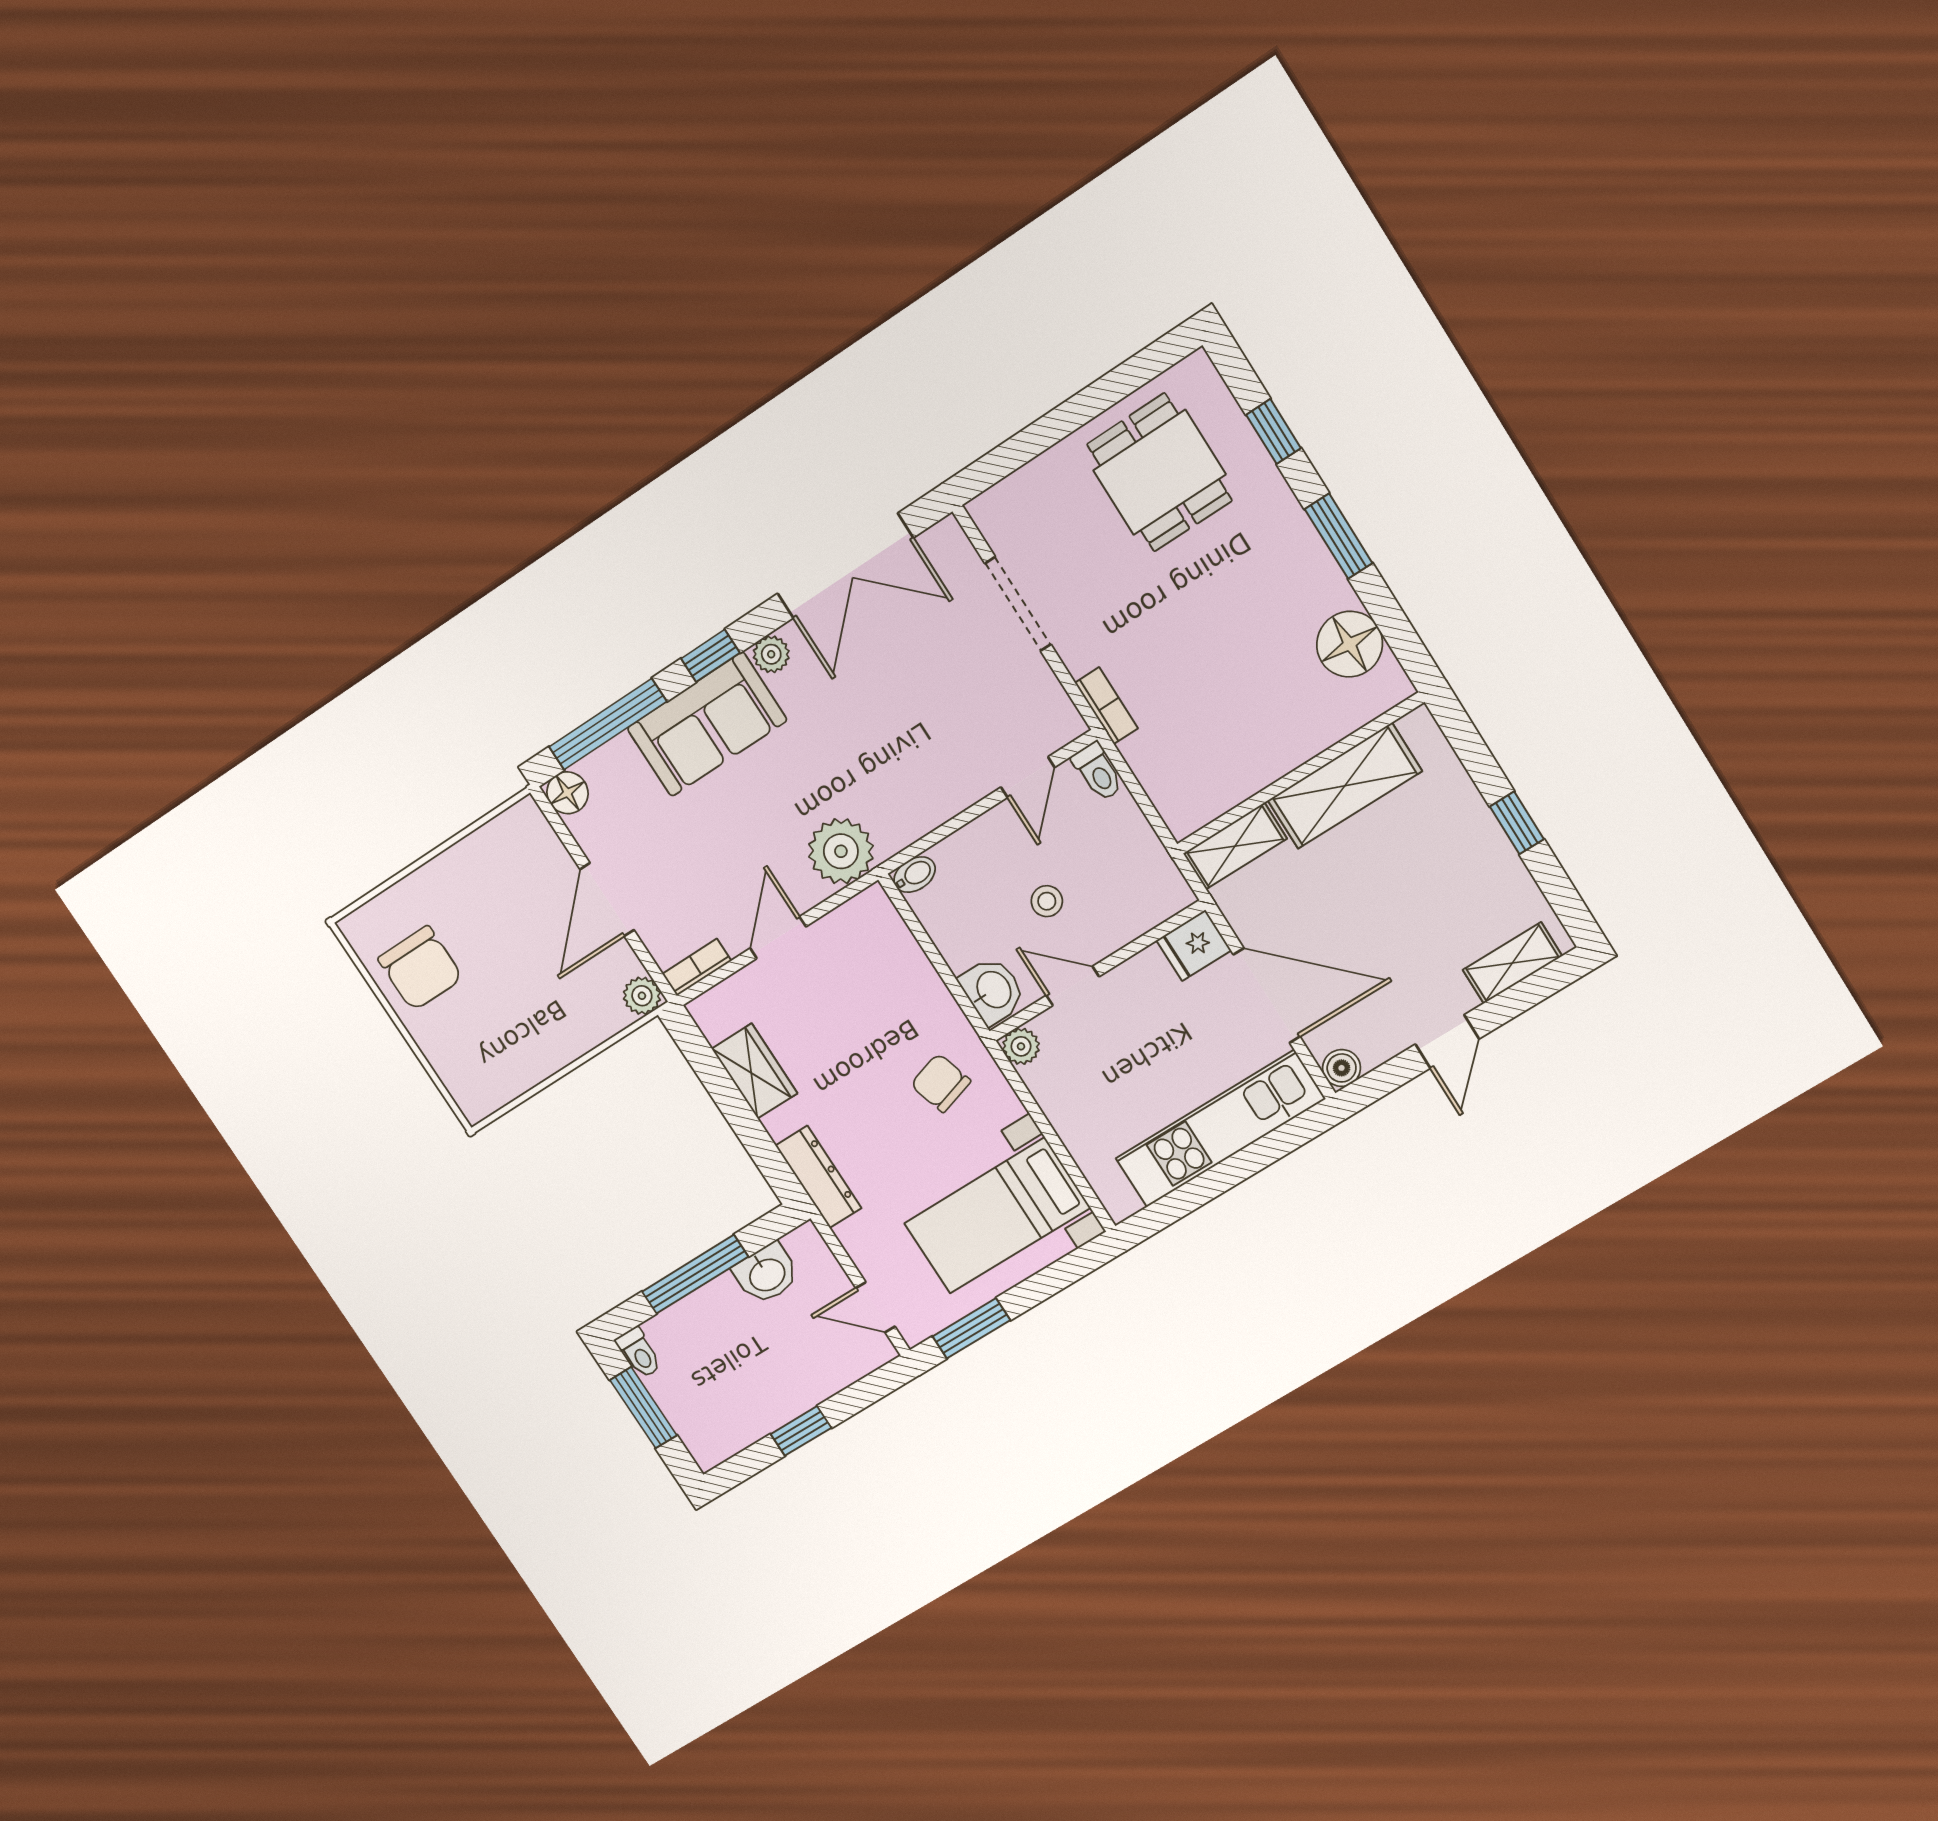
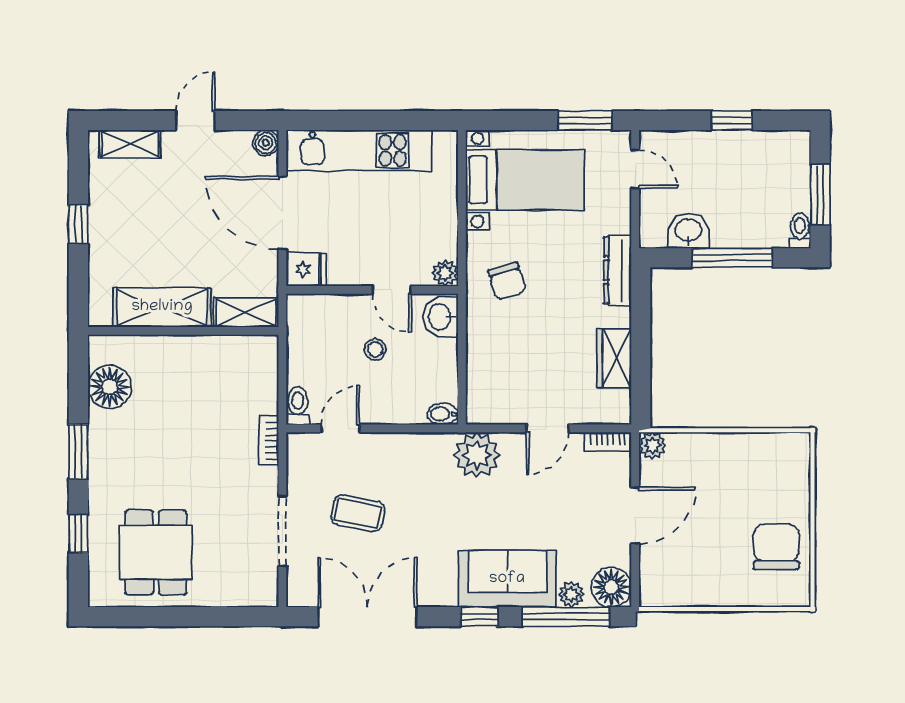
plant: (771, 654) -> (572, 595), moved
coffee table: (939, 687) -> (358, 513), added
floor lamp: (567, 793) -> (611, 587), width x1.38, depth x1.38

